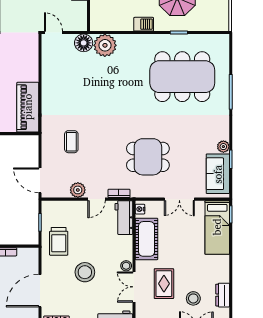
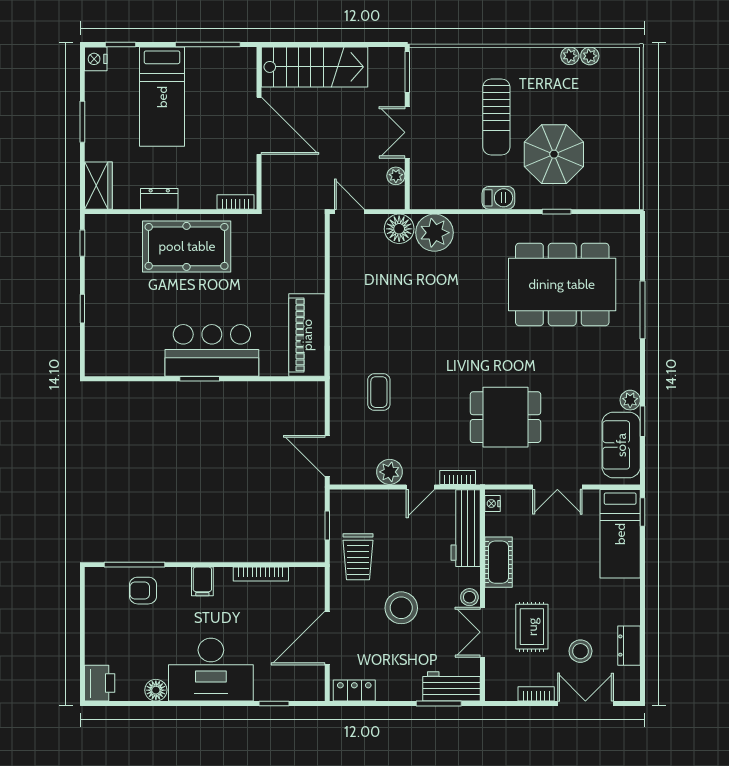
plant: (82, 11) -> (396, 176), added
workbench: (124, 218) -> (466, 528), width x1.38
cot: (147, 239) -> (499, 562), width x0.73, depth x0.75

